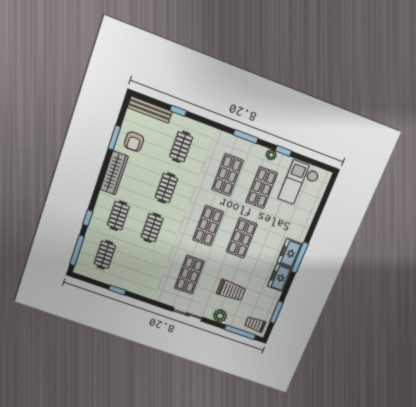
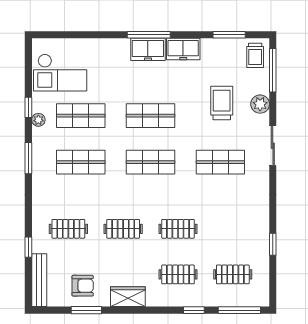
wardrobe: (114, 173) -> (128, 297), width x0.67

